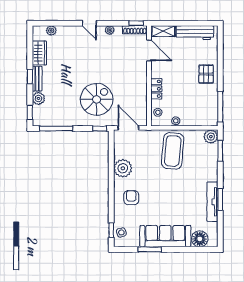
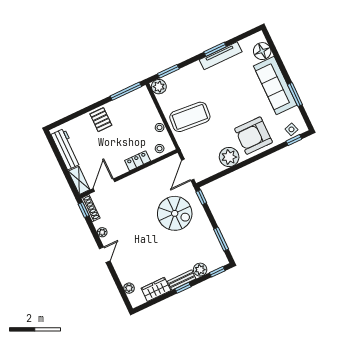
pallet: (206, 74) -> (101, 120), turned 90
spiral stairs: (97, 99) -> (175, 213), turned 180
window: (56, 129) -> (221, 239), width x0.69
armchair: (131, 198) -> (253, 136), width x1.88, depth x1.88

